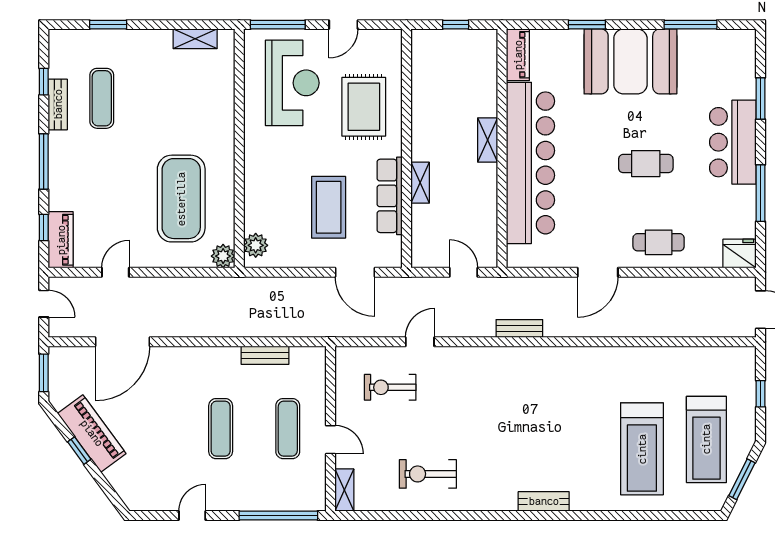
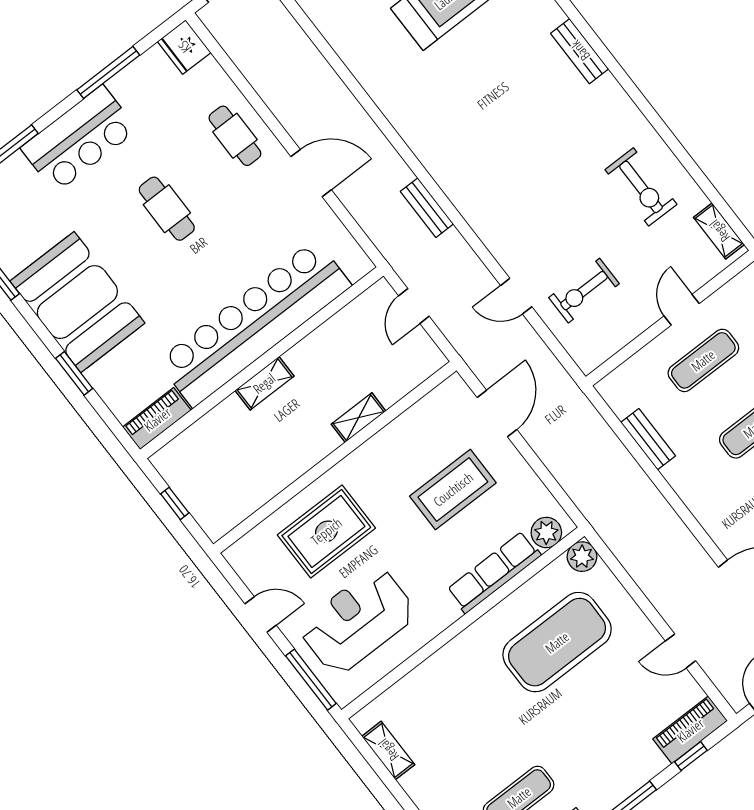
row of seats: (390, 196) -> (494, 572), moved, turned 180
exercise bike: (390, 387) -> (584, 291), turned 90
shelving: (344, 490) -> (719, 231), moved, turned 90

